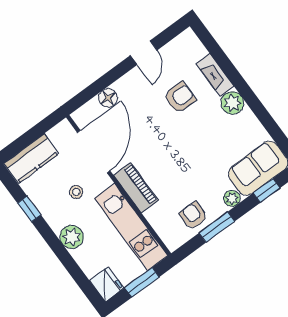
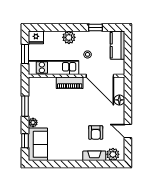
plant: (232, 103) -> (113, 154), moved
armchair: (193, 216) -> (38, 99), removed

